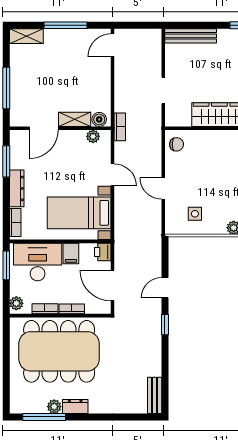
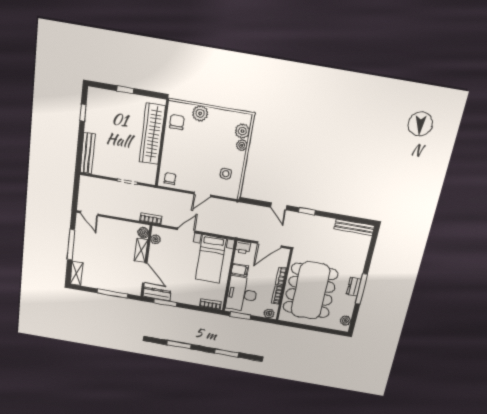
dresser: (17, 188) -> (157, 294), moved
bench: (155, 395) -> (354, 227), width x1.36
plant: (54, 407) -> (345, 320), moved
window: (44, 417) -> (361, 289), moved

